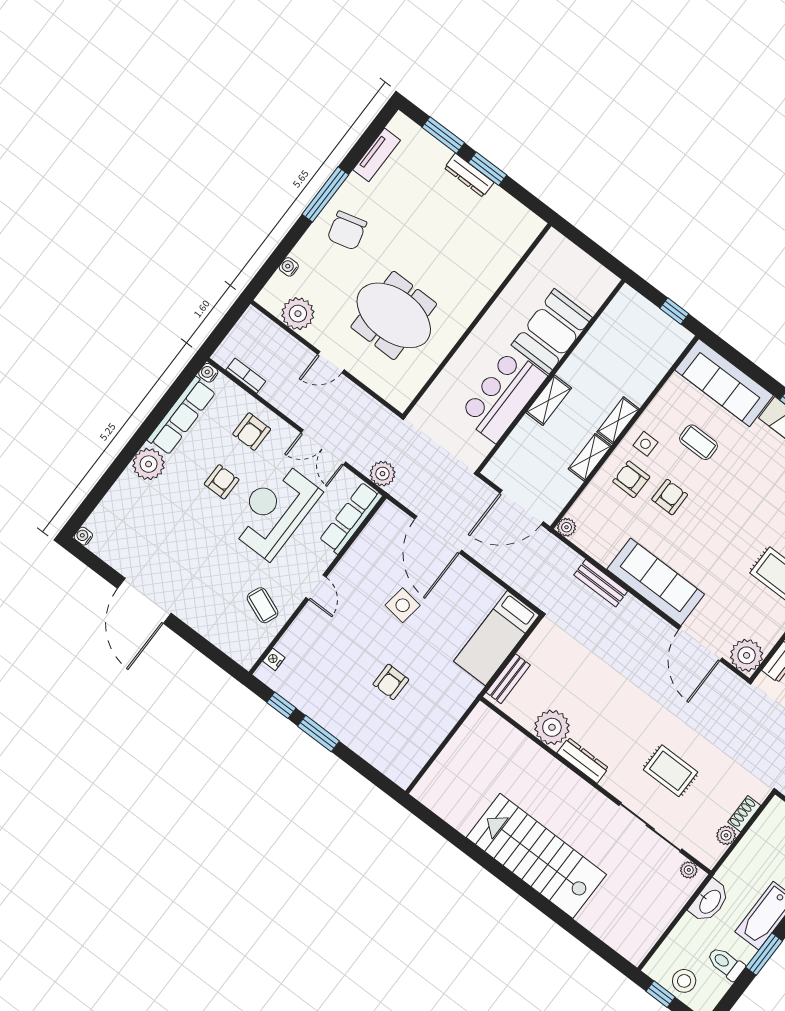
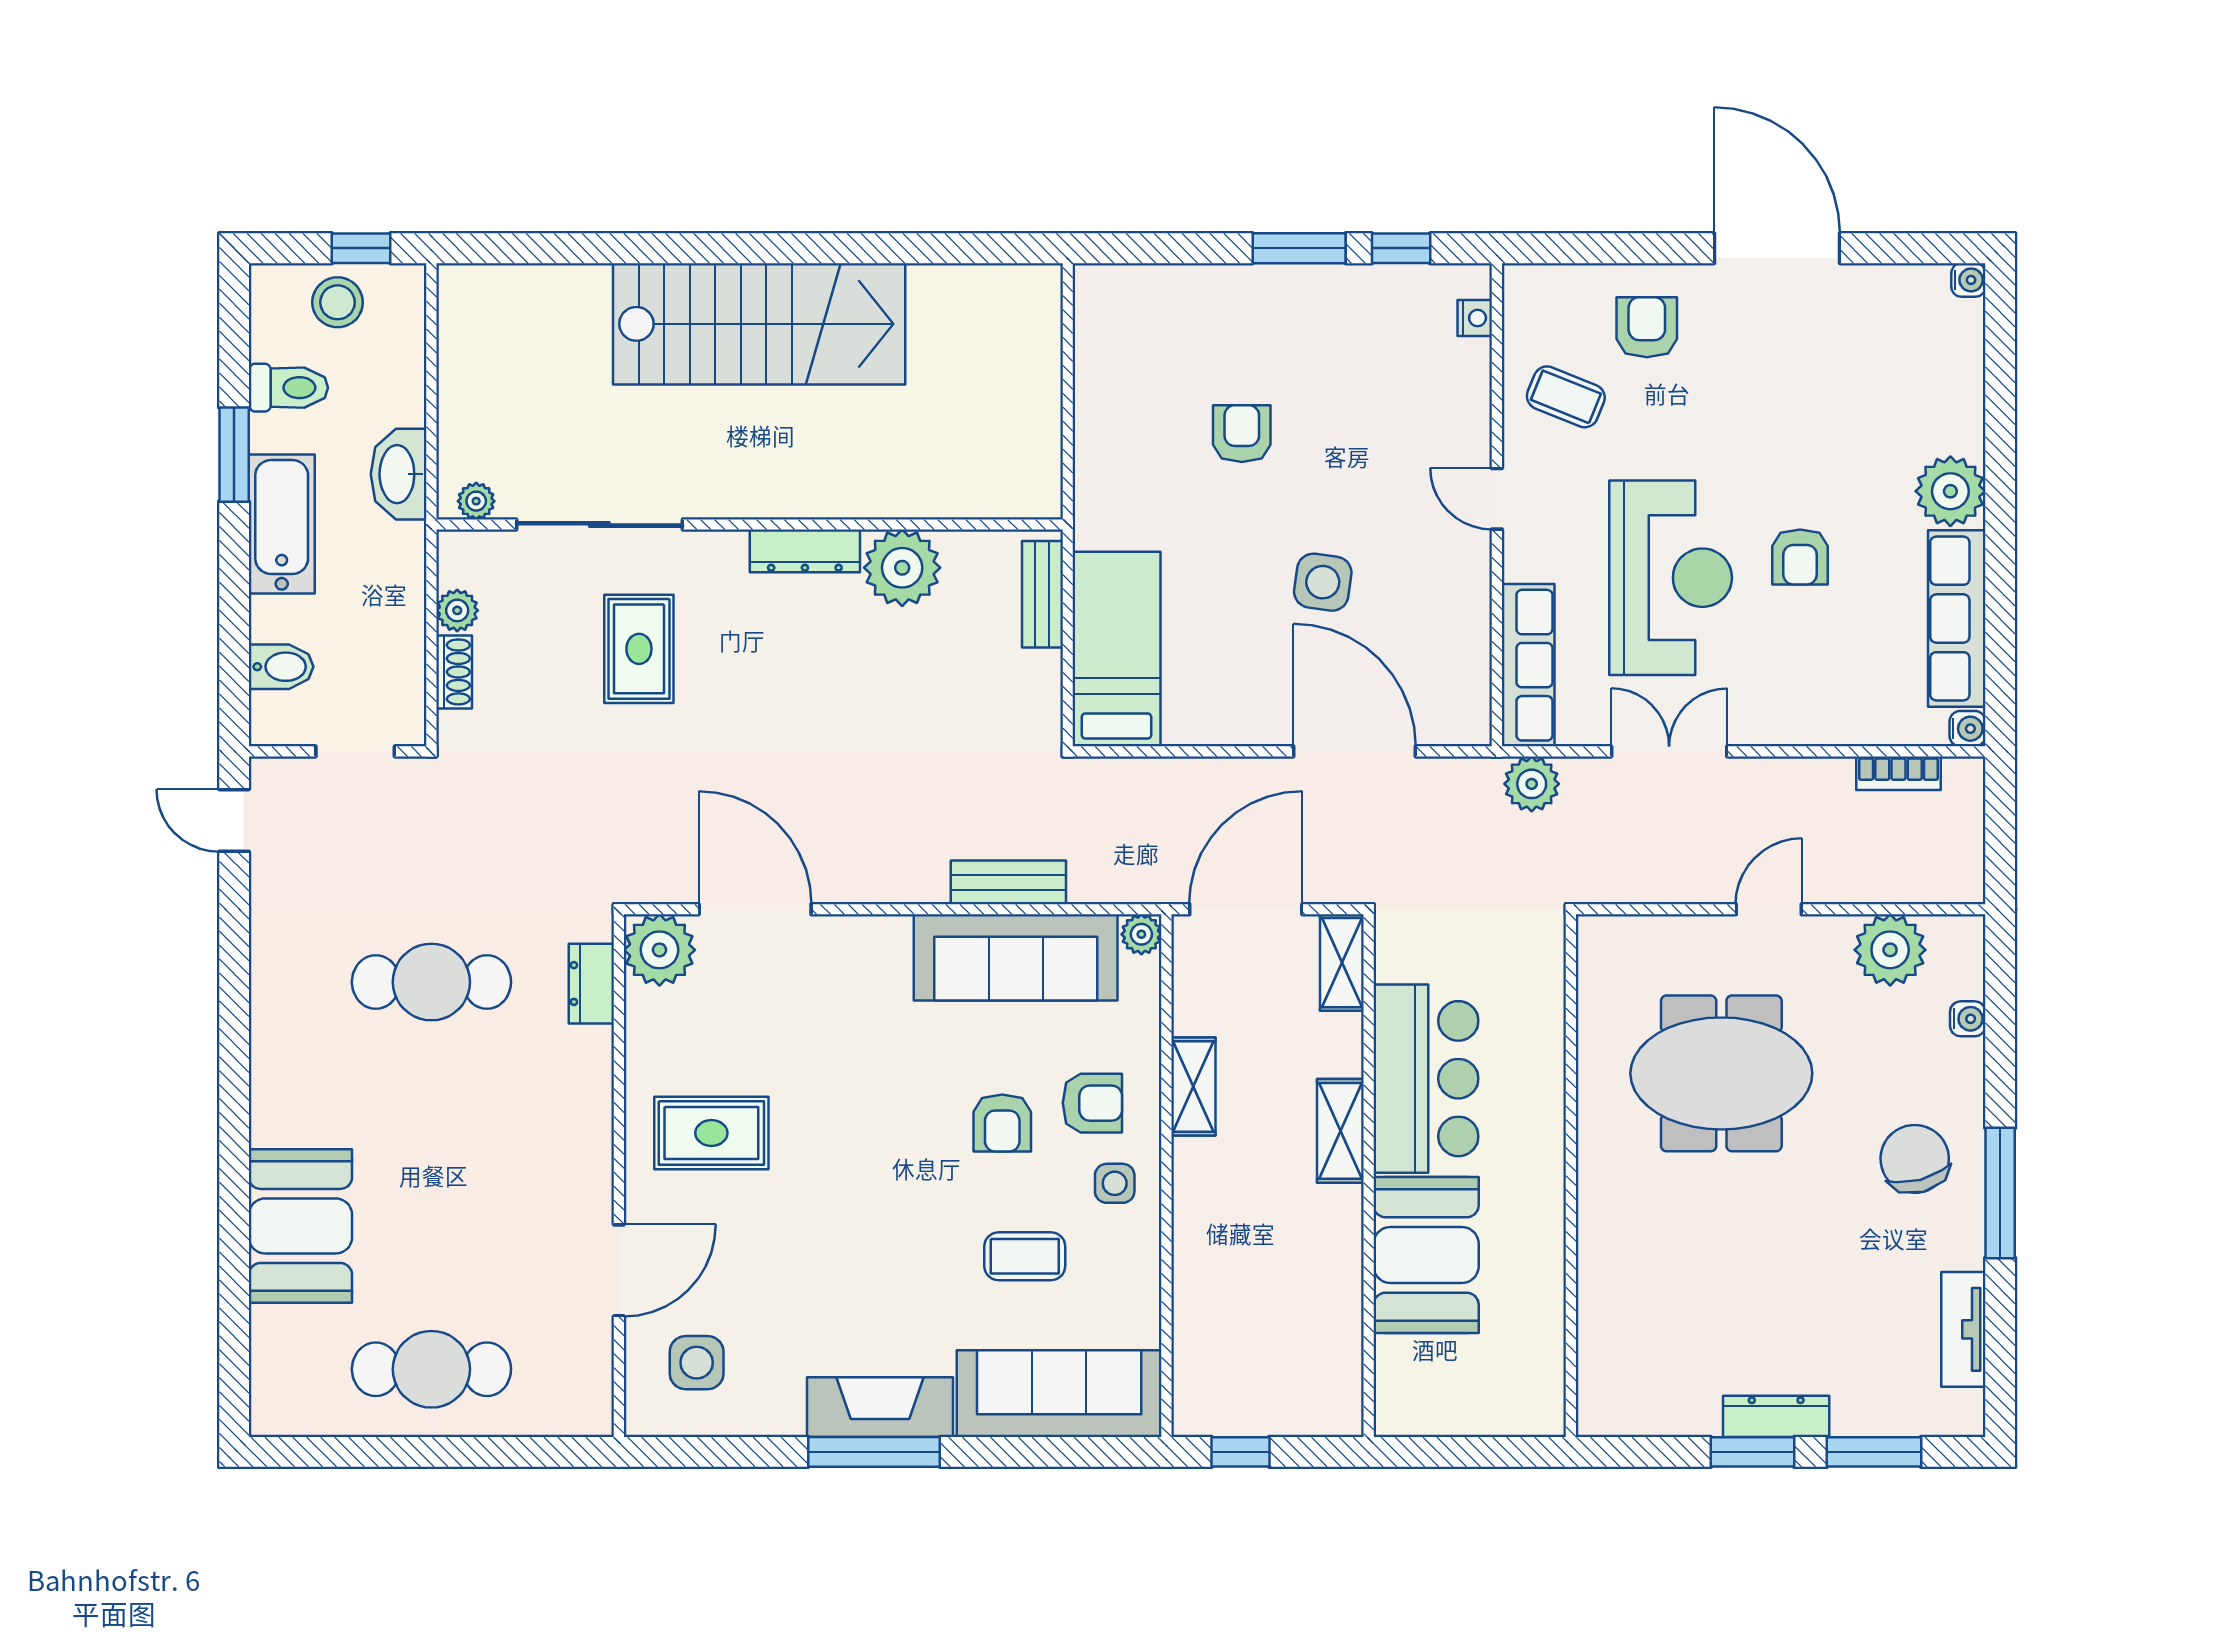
shelving: (618, 420) -> (1342, 963), moved
armchair: (252, 432) -> (1647, 327), moved
sofa: (656, 582) -> (1016, 957), moved
rug: (670, 771) -> (639, 649), turned 90

